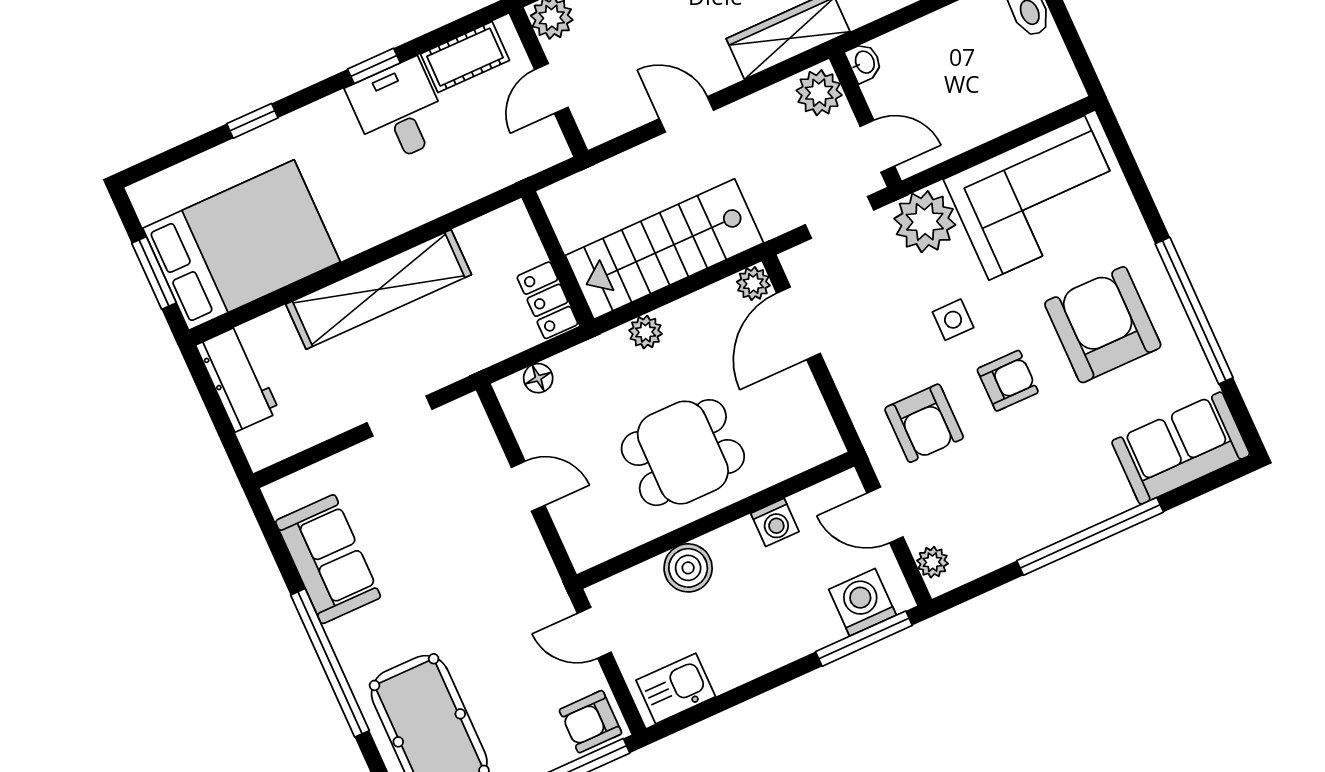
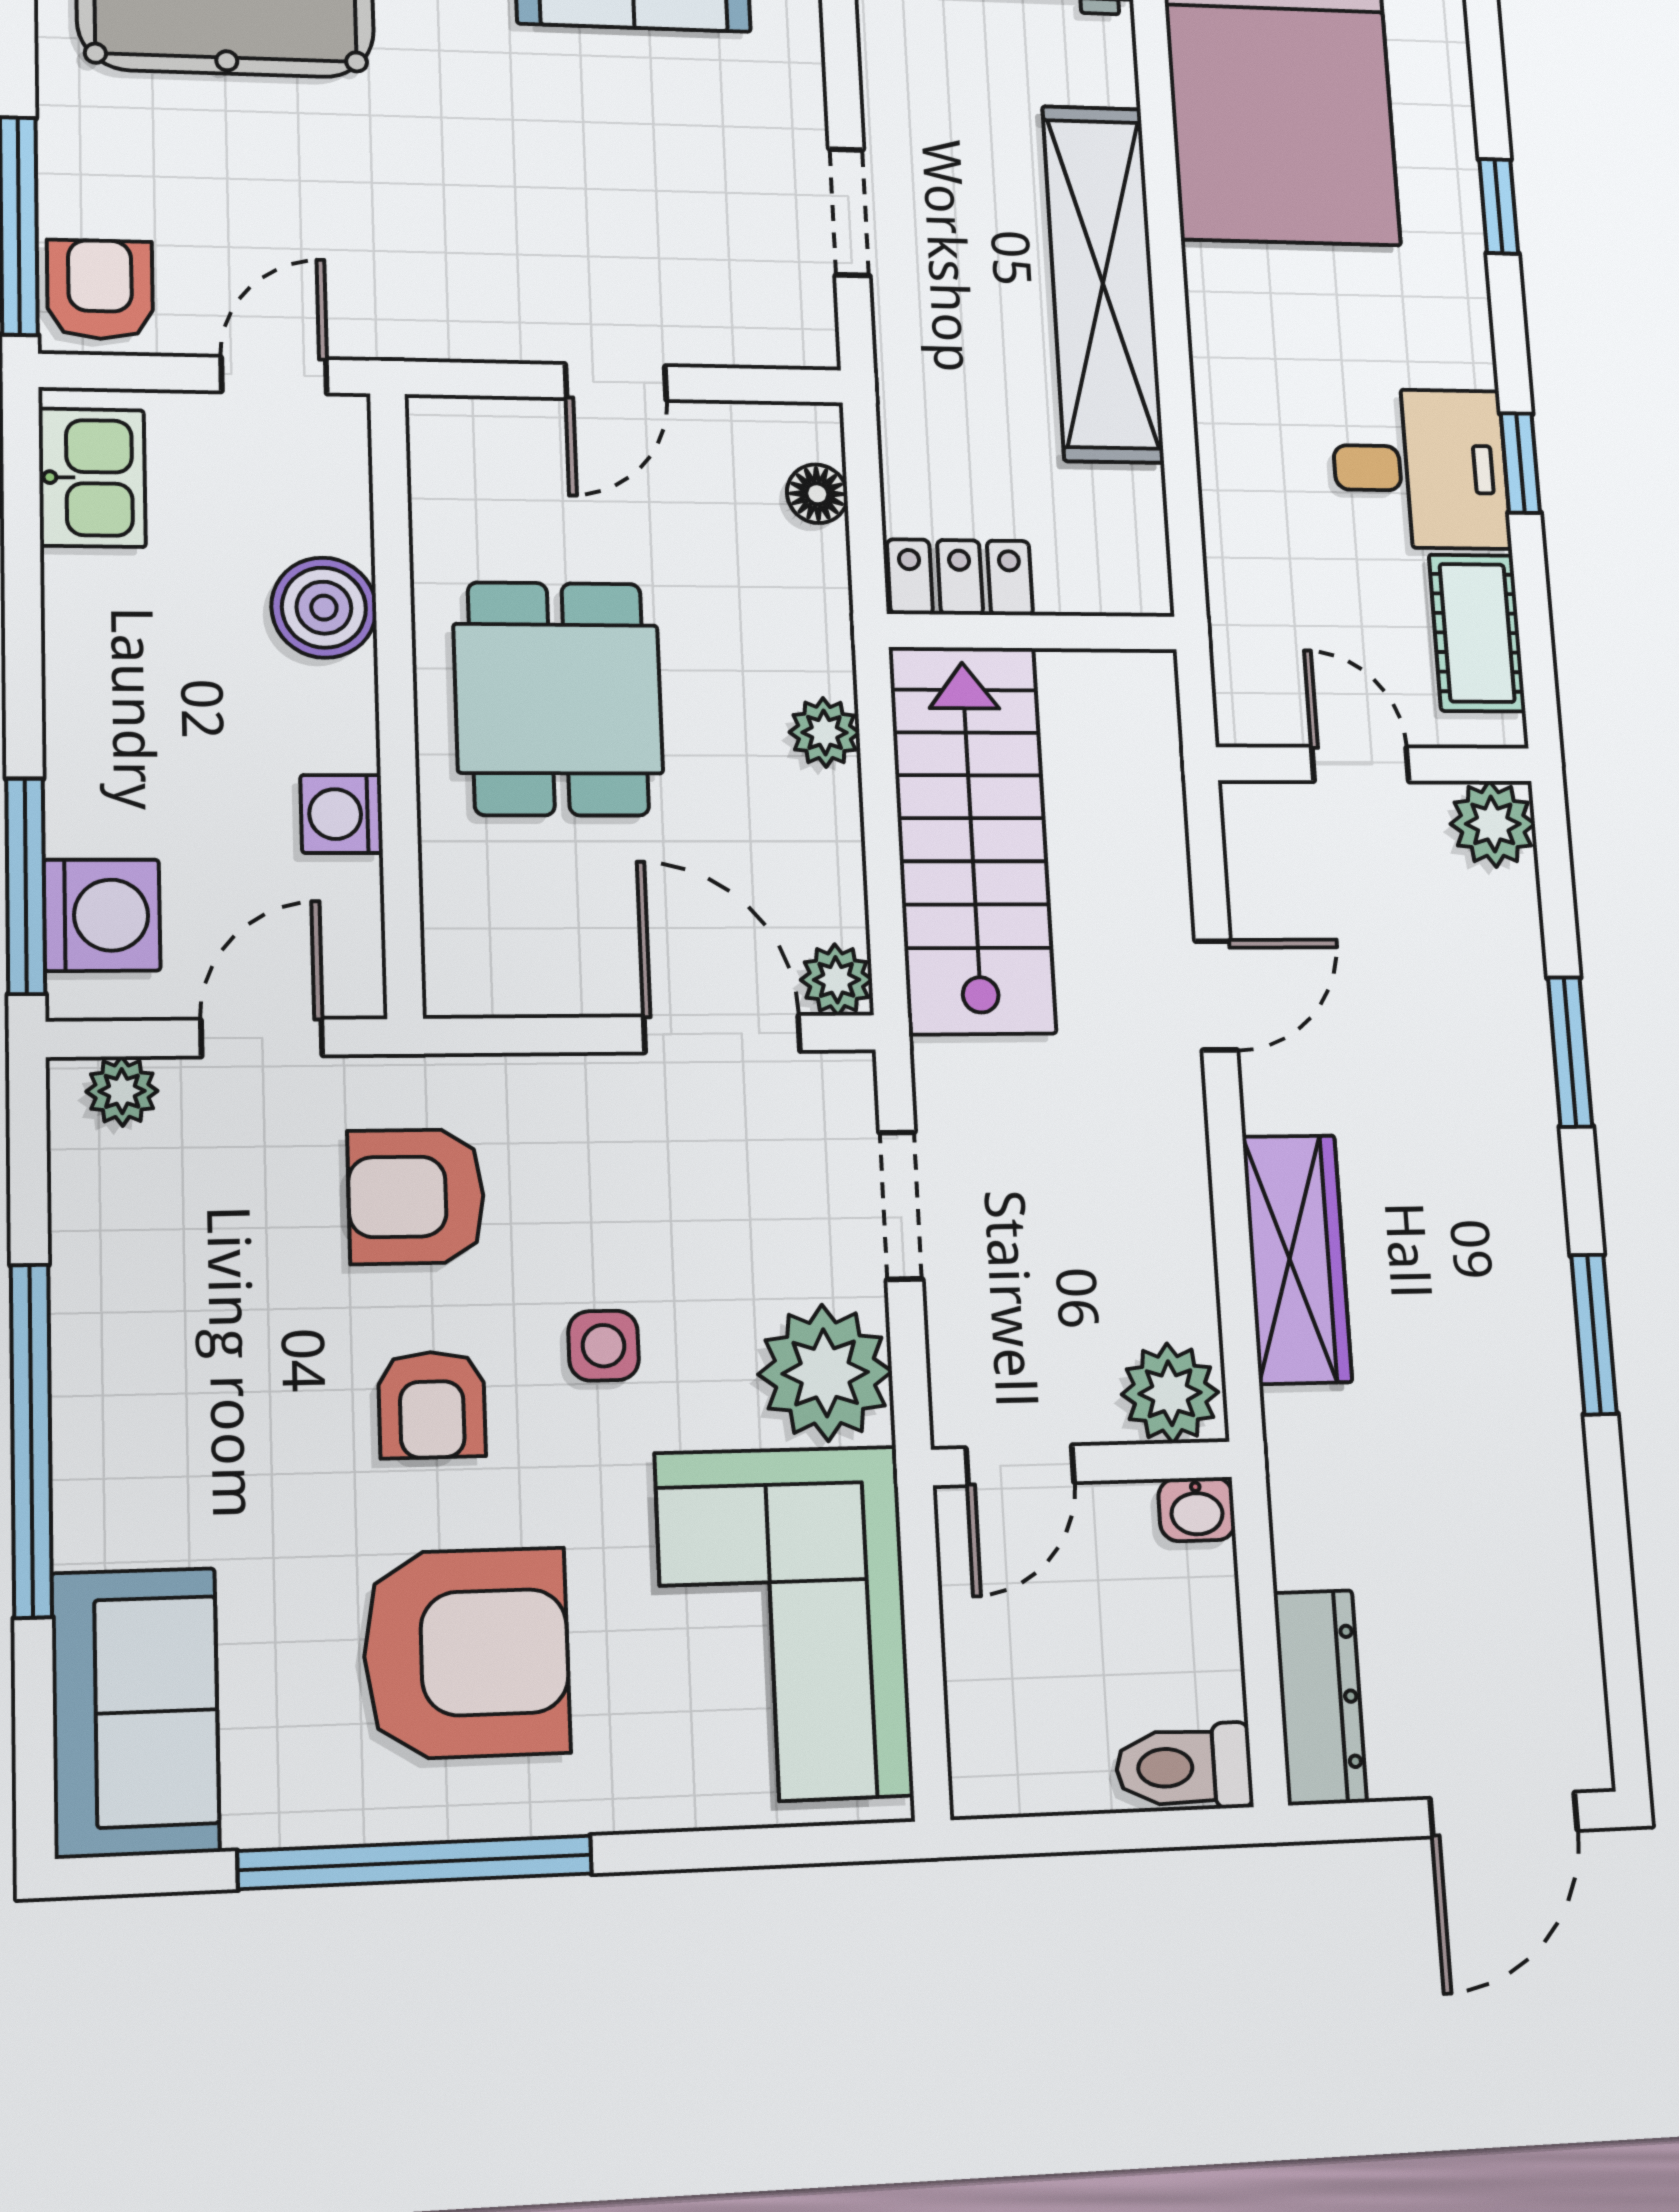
washbasin: (864, 62) -> (1197, 1509), moved
plant: (819, 93) -> (1170, 1393), moved
wall: (865, 120) -> (1082, 1464), moved
door: (877, 146) -> (1020, 1465), moved

